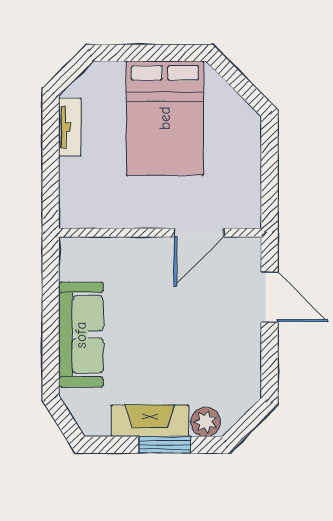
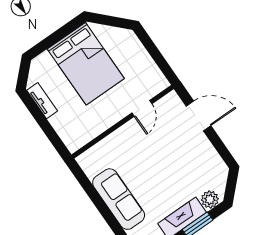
door: (199, 233) -> (142, 108), width x0.73

